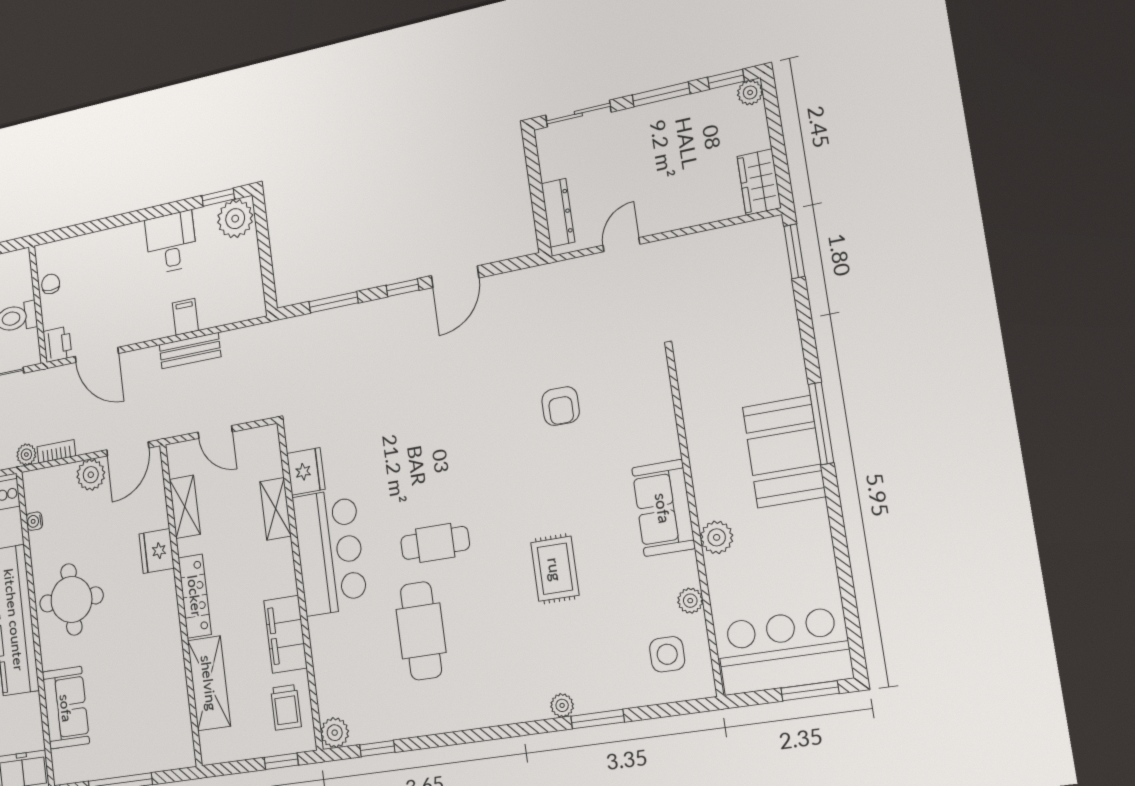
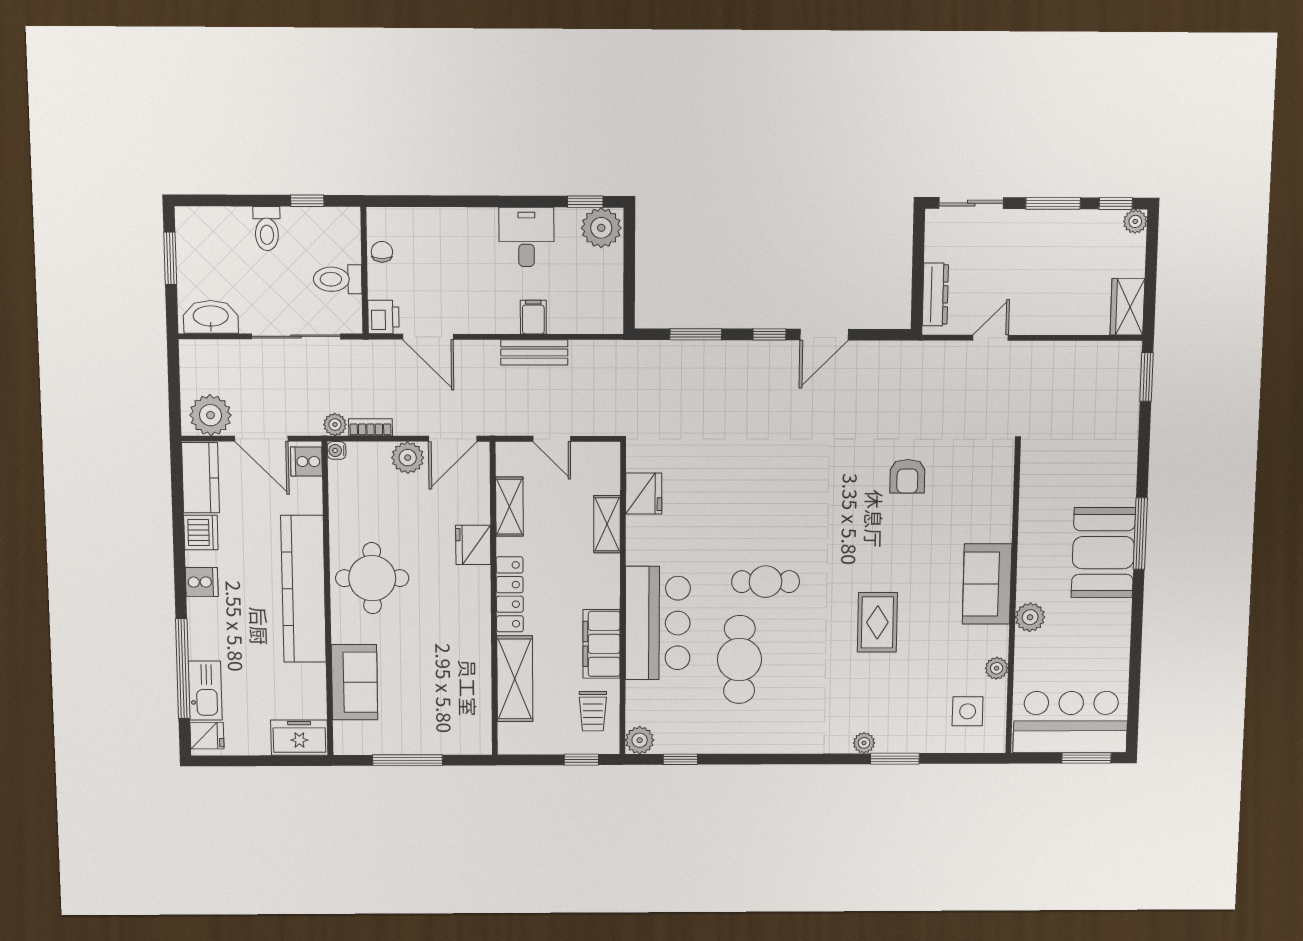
water cooler: (34, 521) -> (337, 450), moved
bar counter: (330, 552) -> (658, 623), moved

